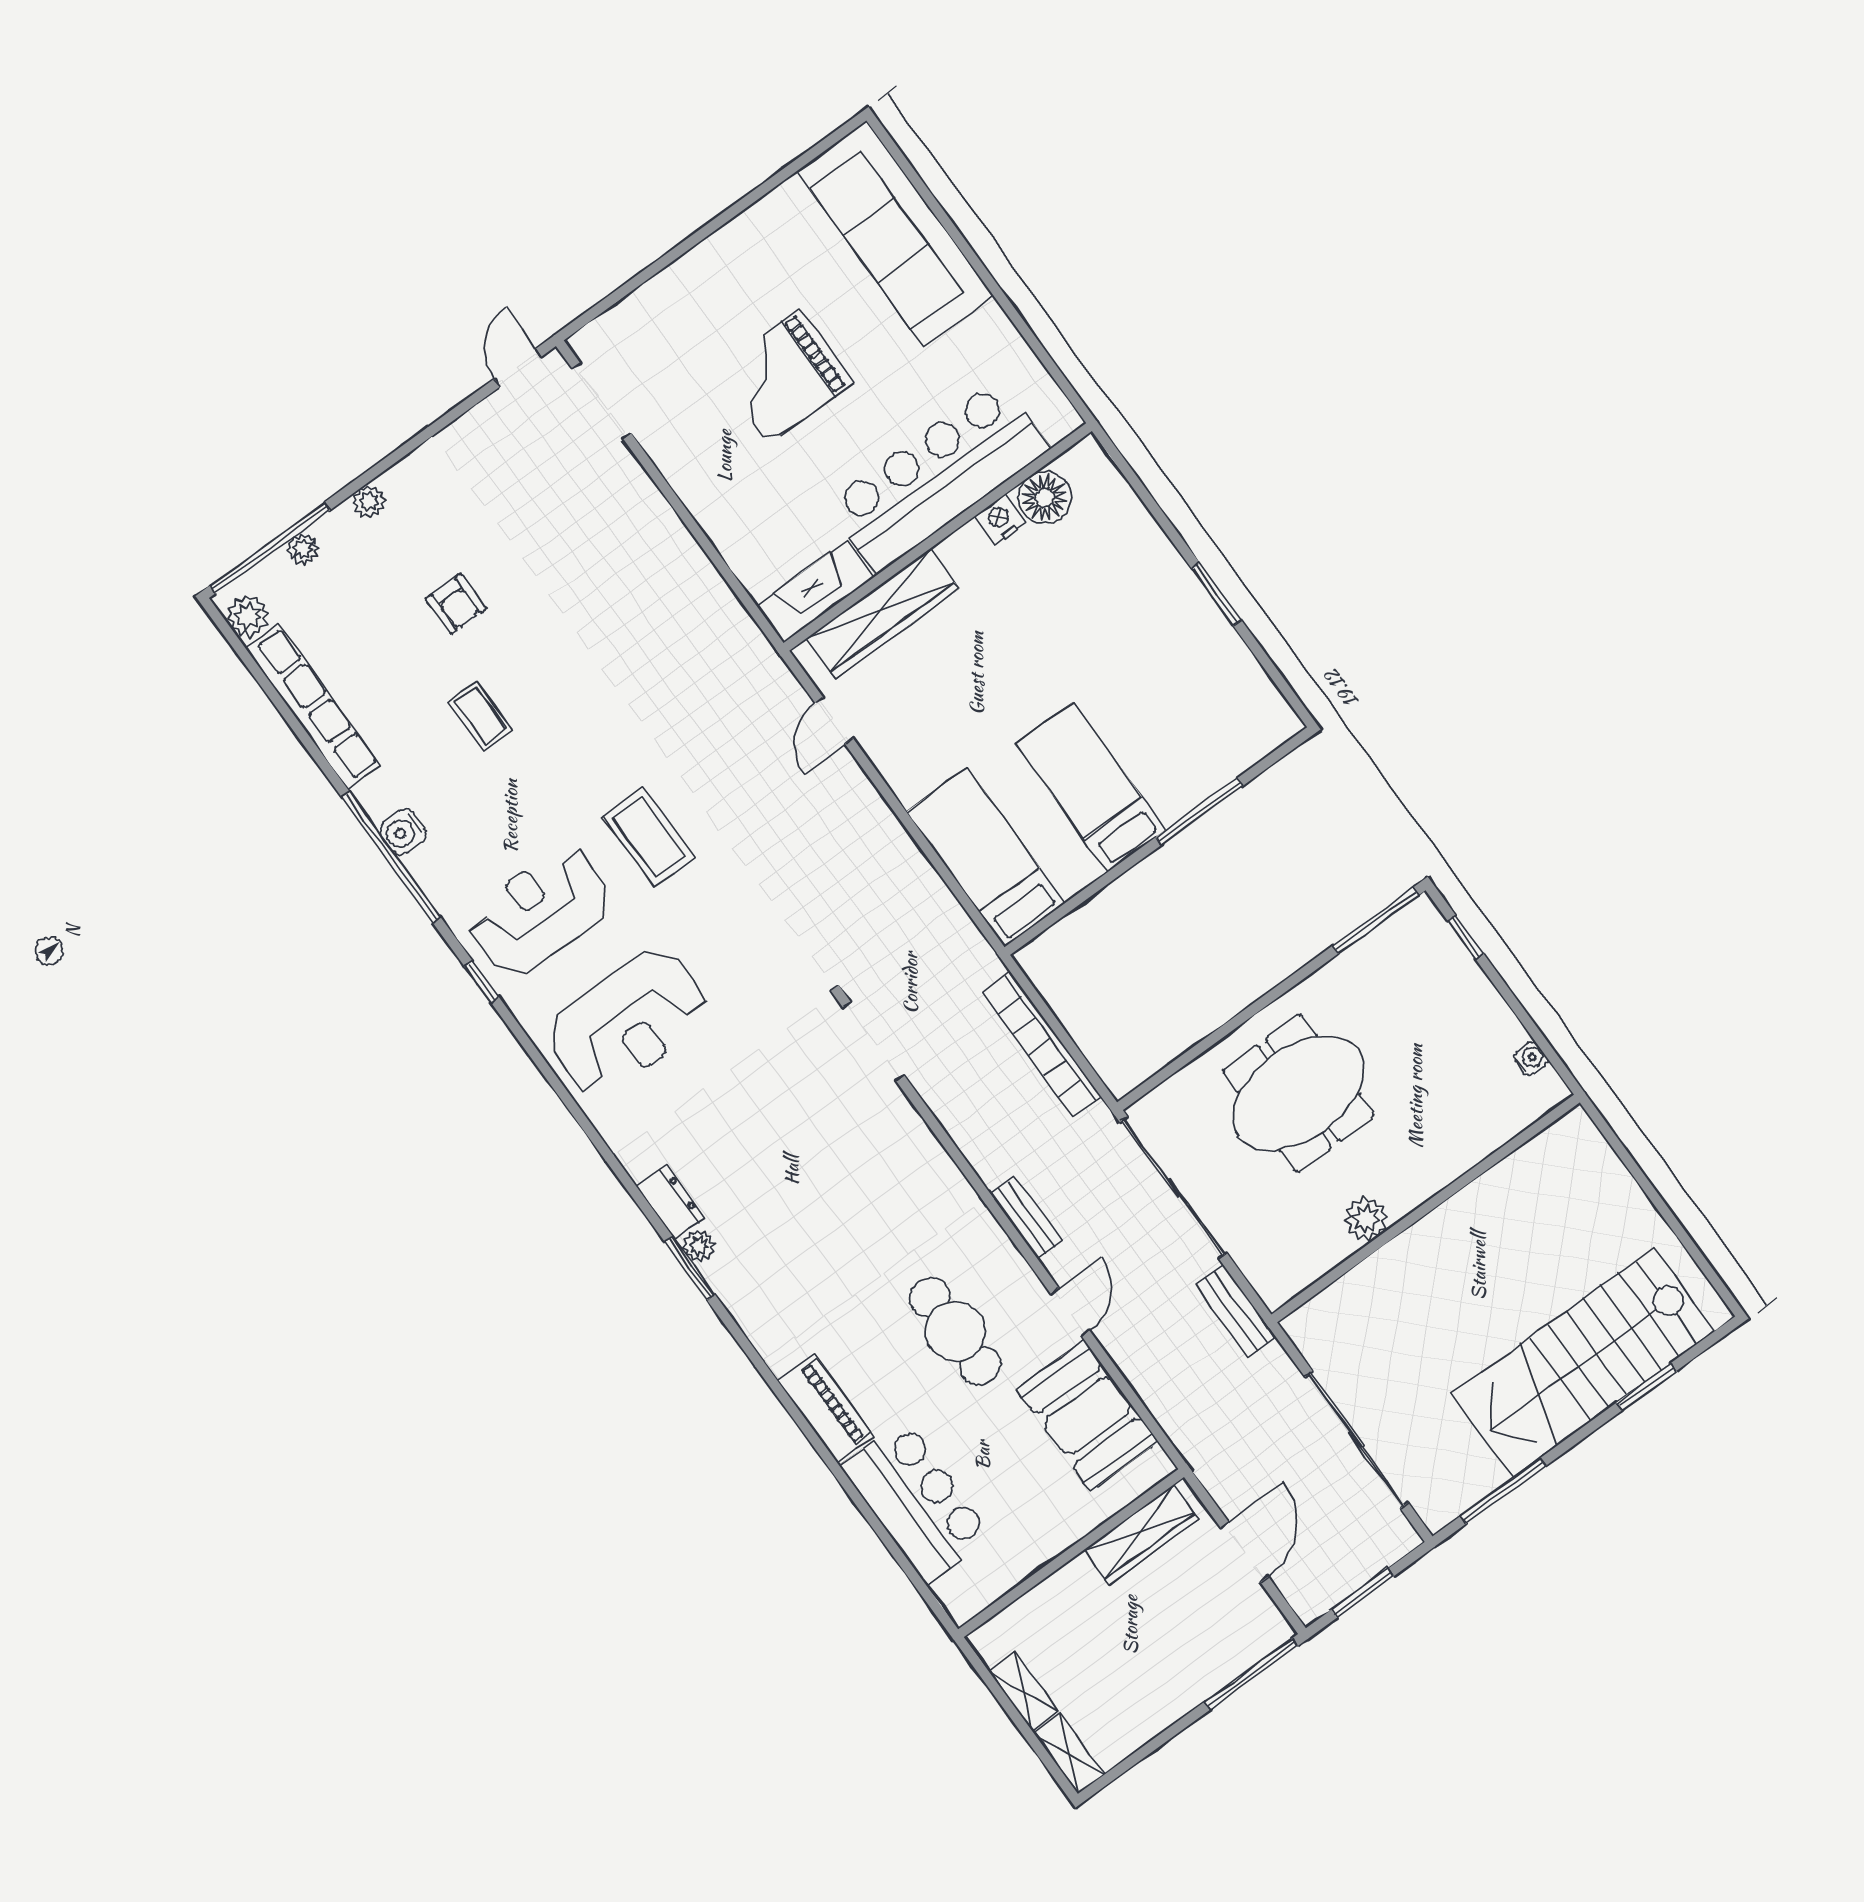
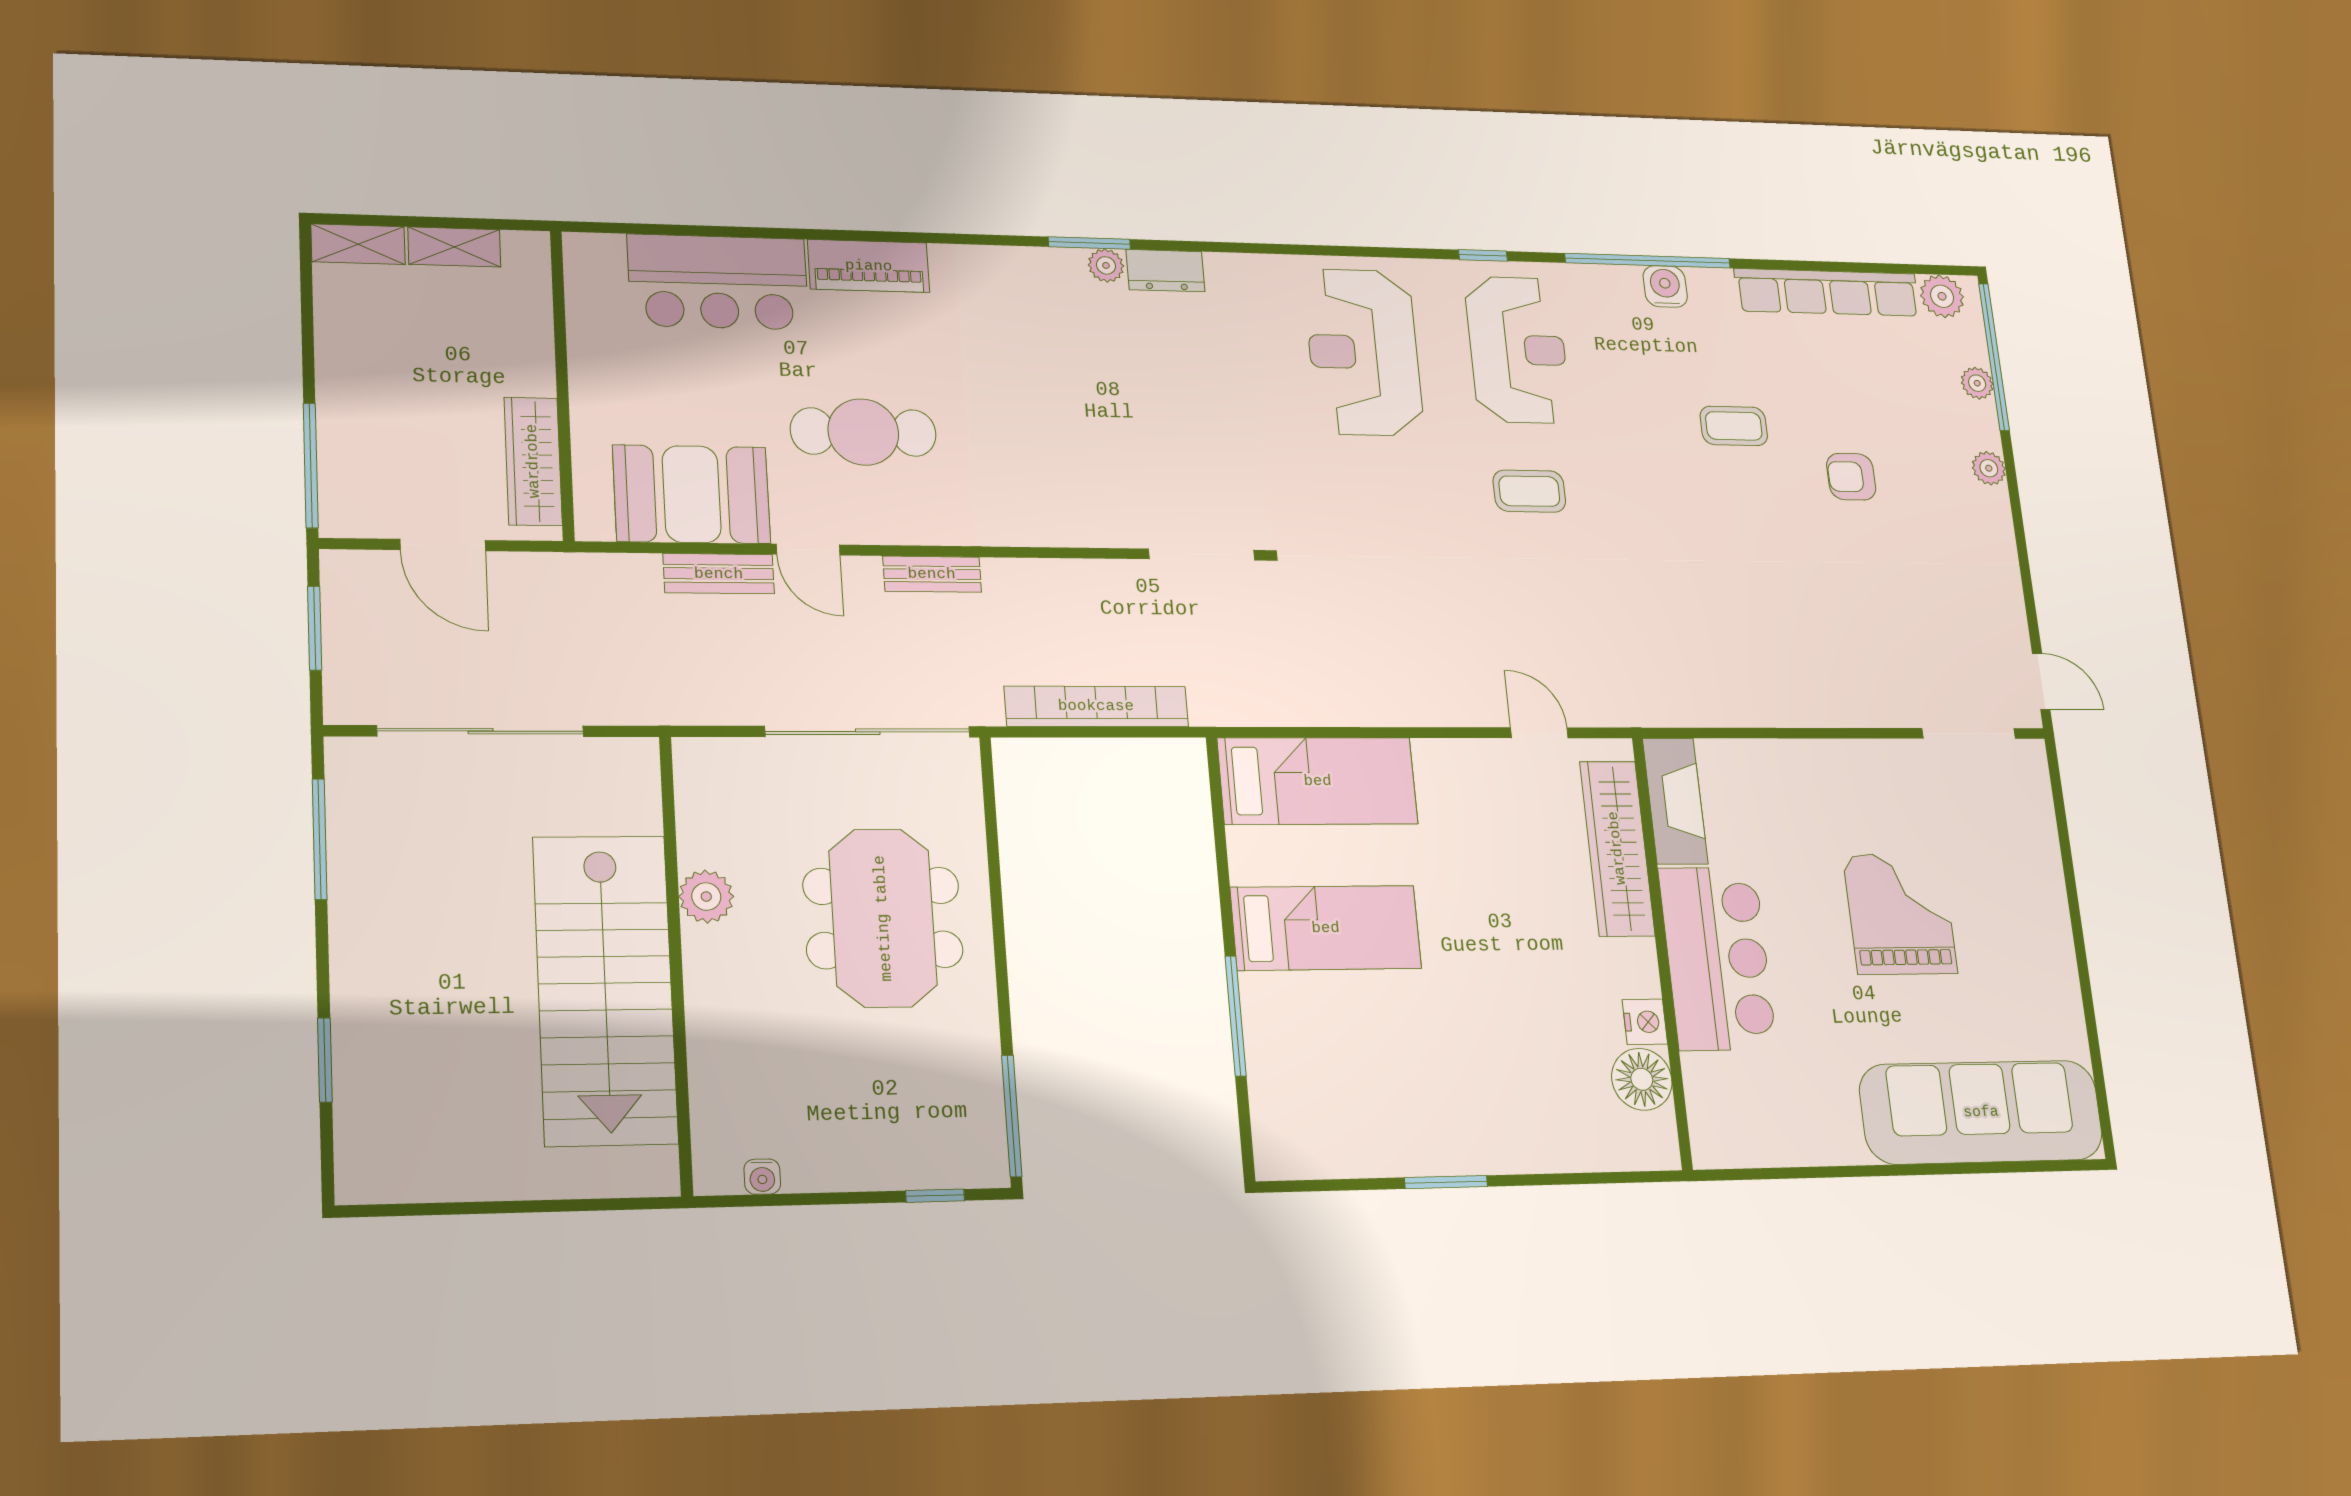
bar counter: (938, 476) -> (1717, 958), width x0.73
coffee table: (648, 837) -> (1529, 491), width x0.73, depth x0.77
bench: (1236, 1311) -> (719, 574), moved
stairs: (1583, 1362) -> (605, 990), moved, turned 180

